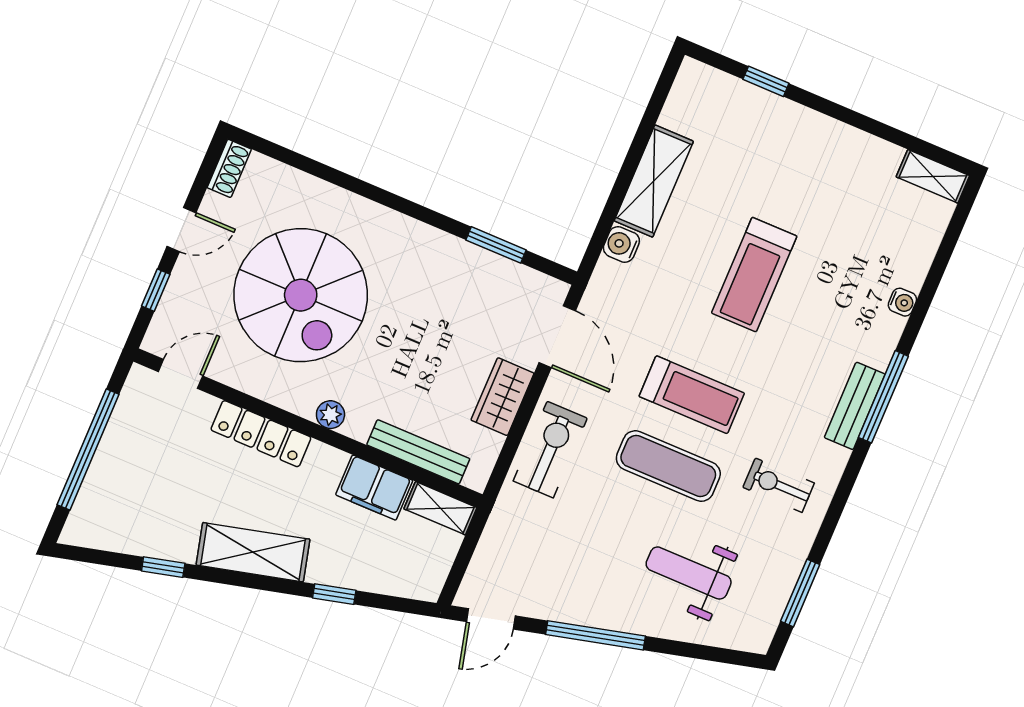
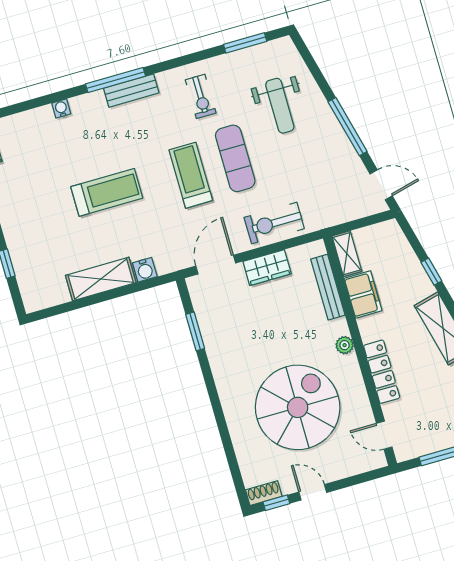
window: (156, 290) -> (276, 503), moved

